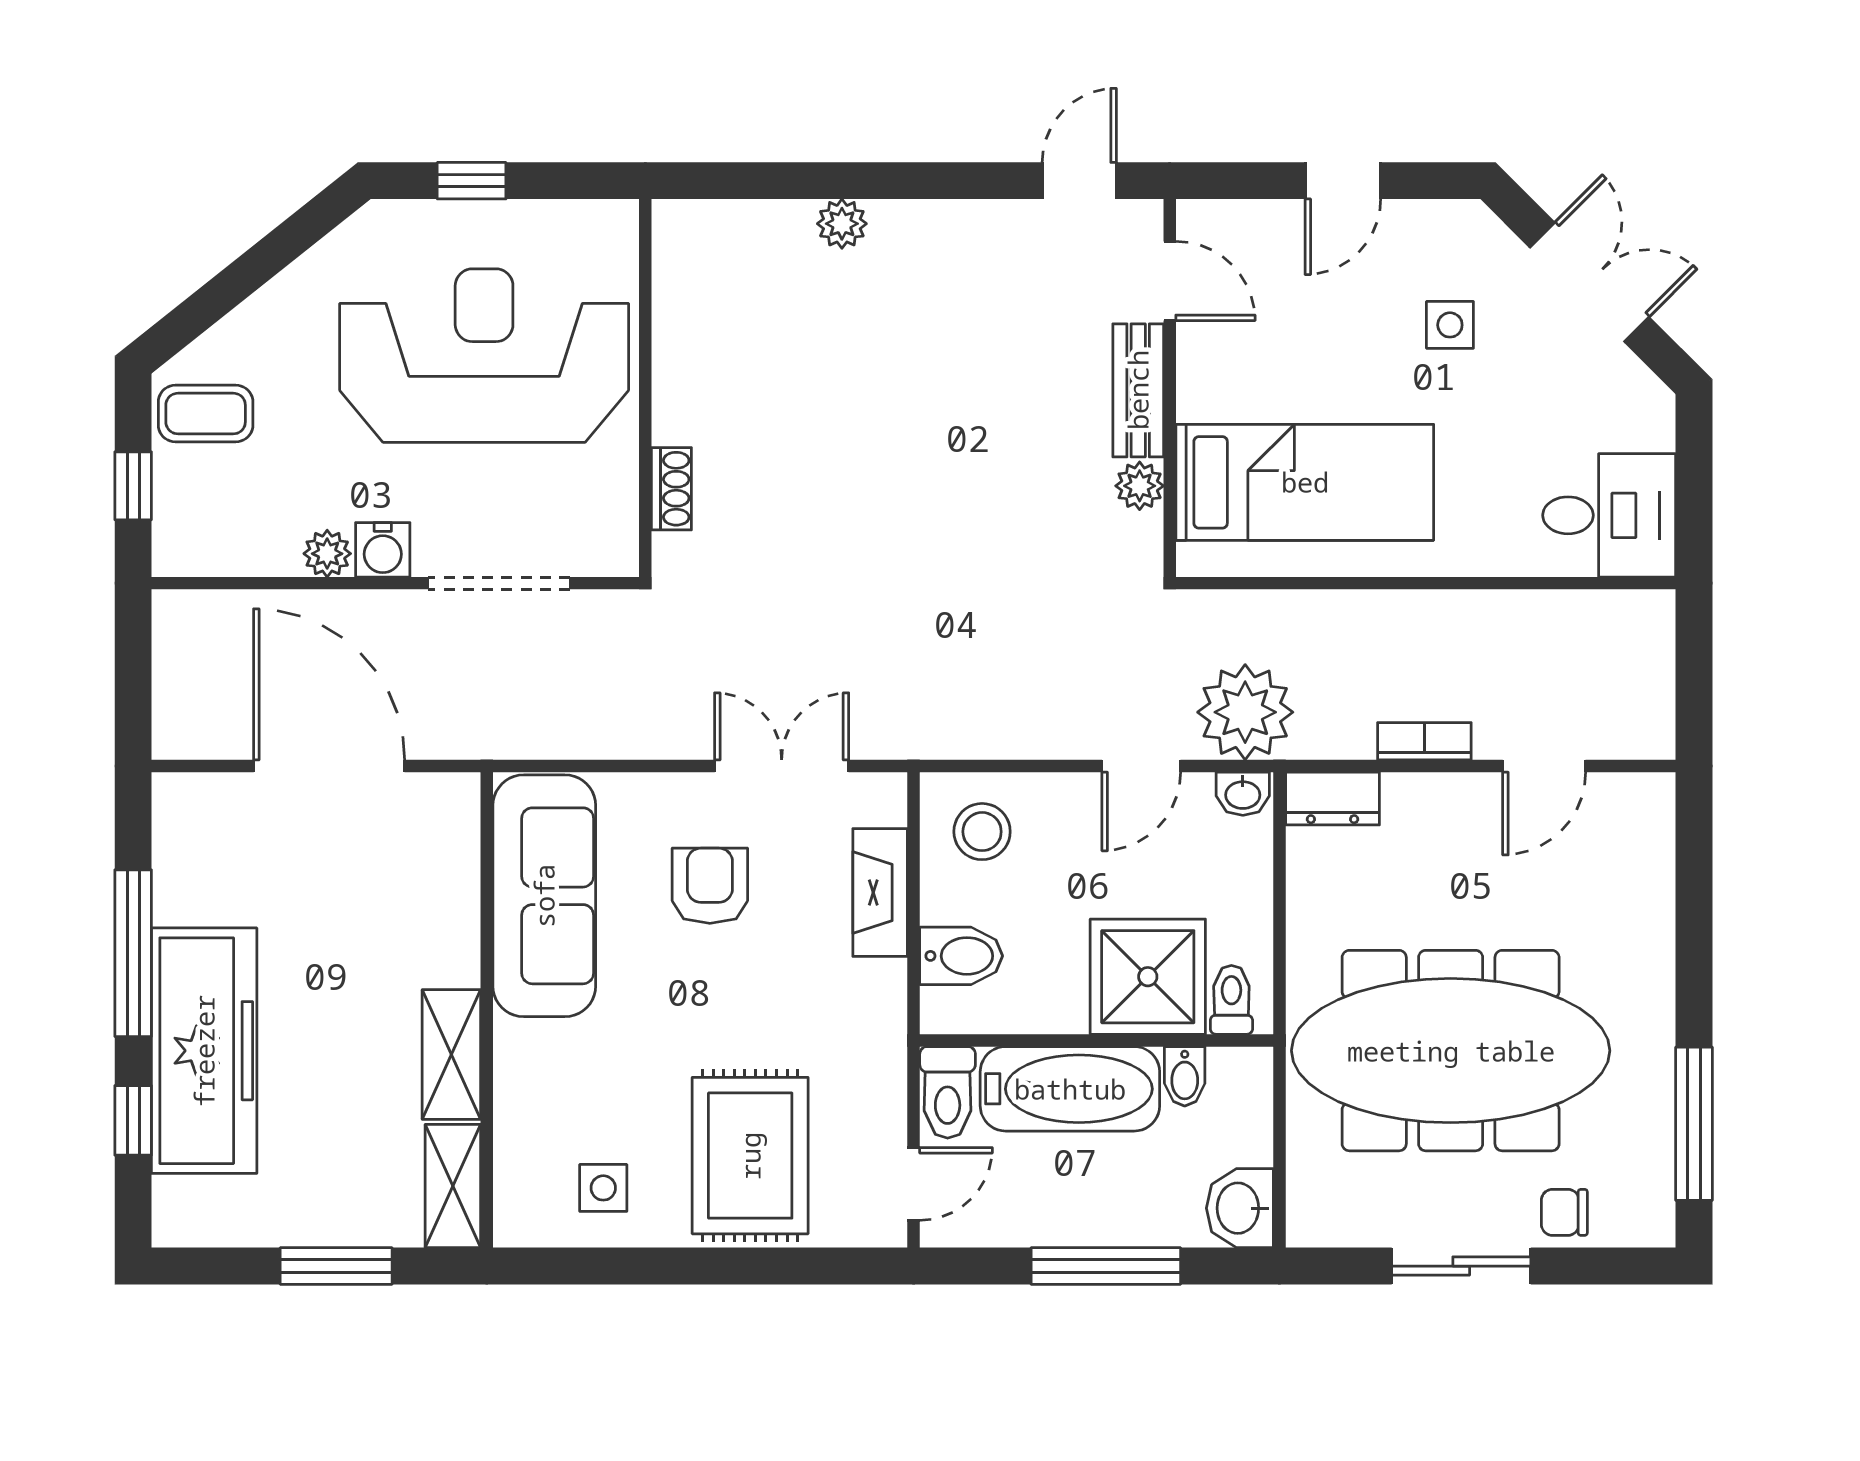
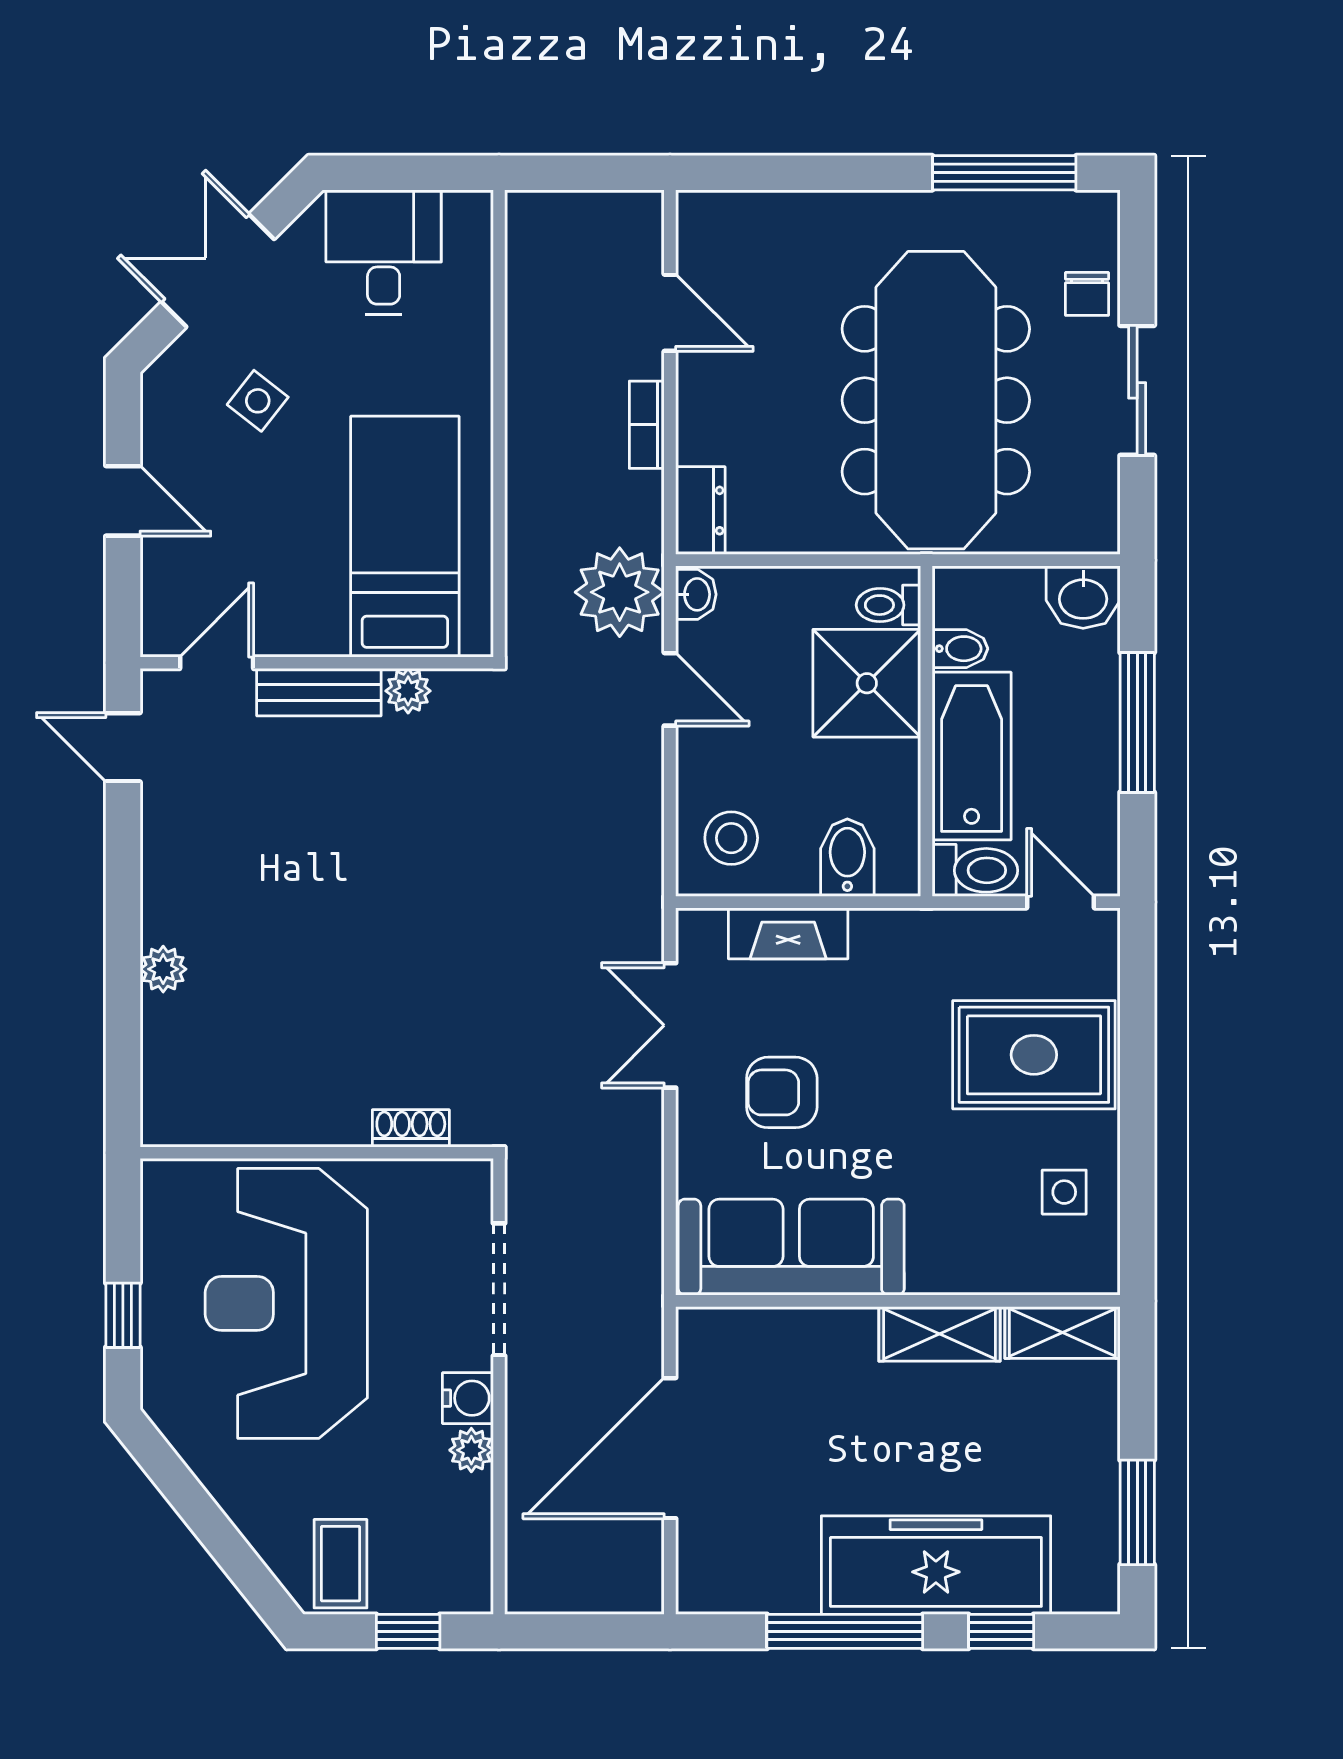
side table: (1450, 325) -> (258, 401), turned 38
desk: (1609, 515) -> (384, 252), moved
window: (336, 1266) -> (1137, 1512), moved

